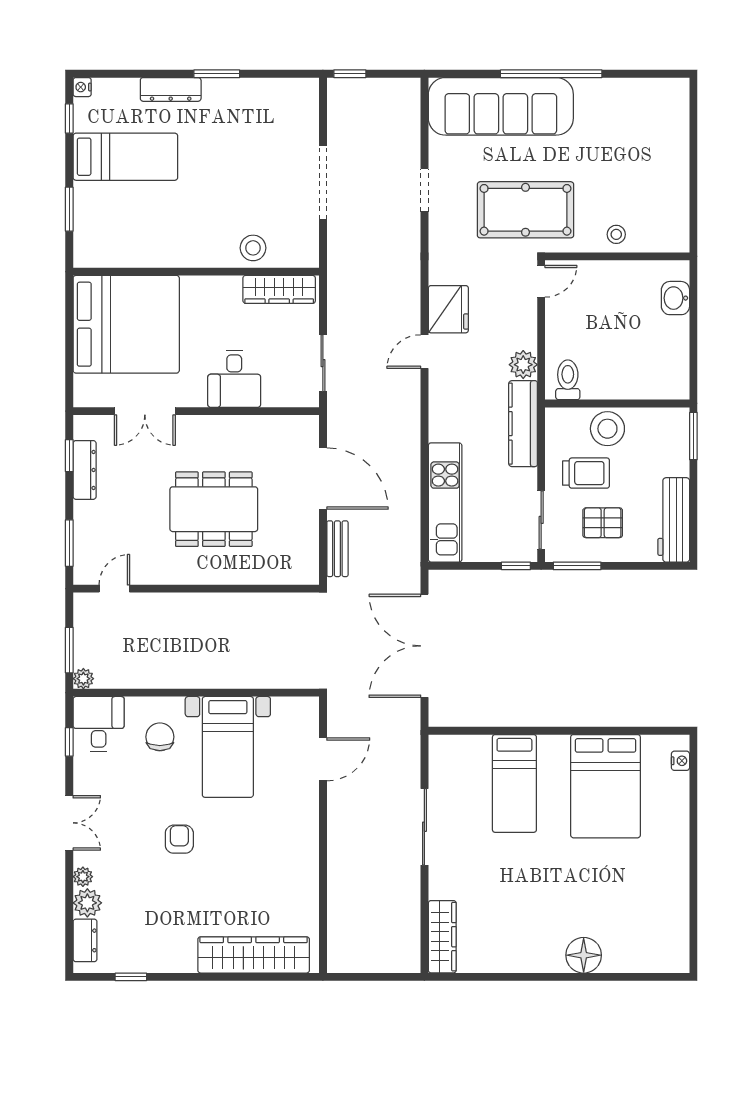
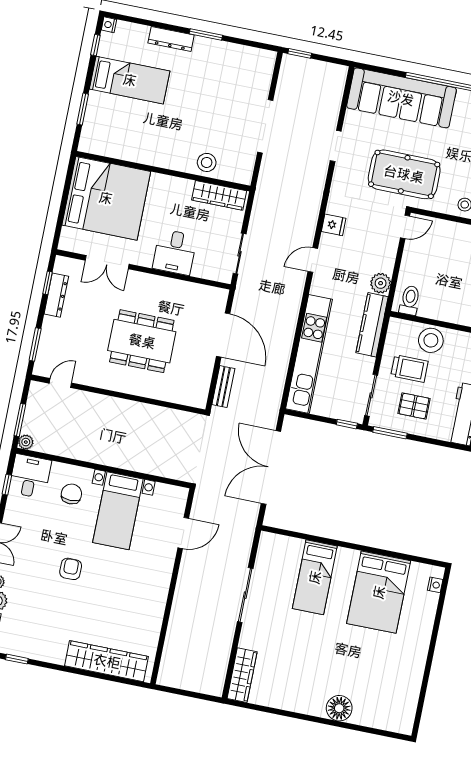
fridge: (448, 309) -> (334, 225), width x0.53, depth x0.75
kitchen unit: (445, 502) -> (309, 354), width x1.36

